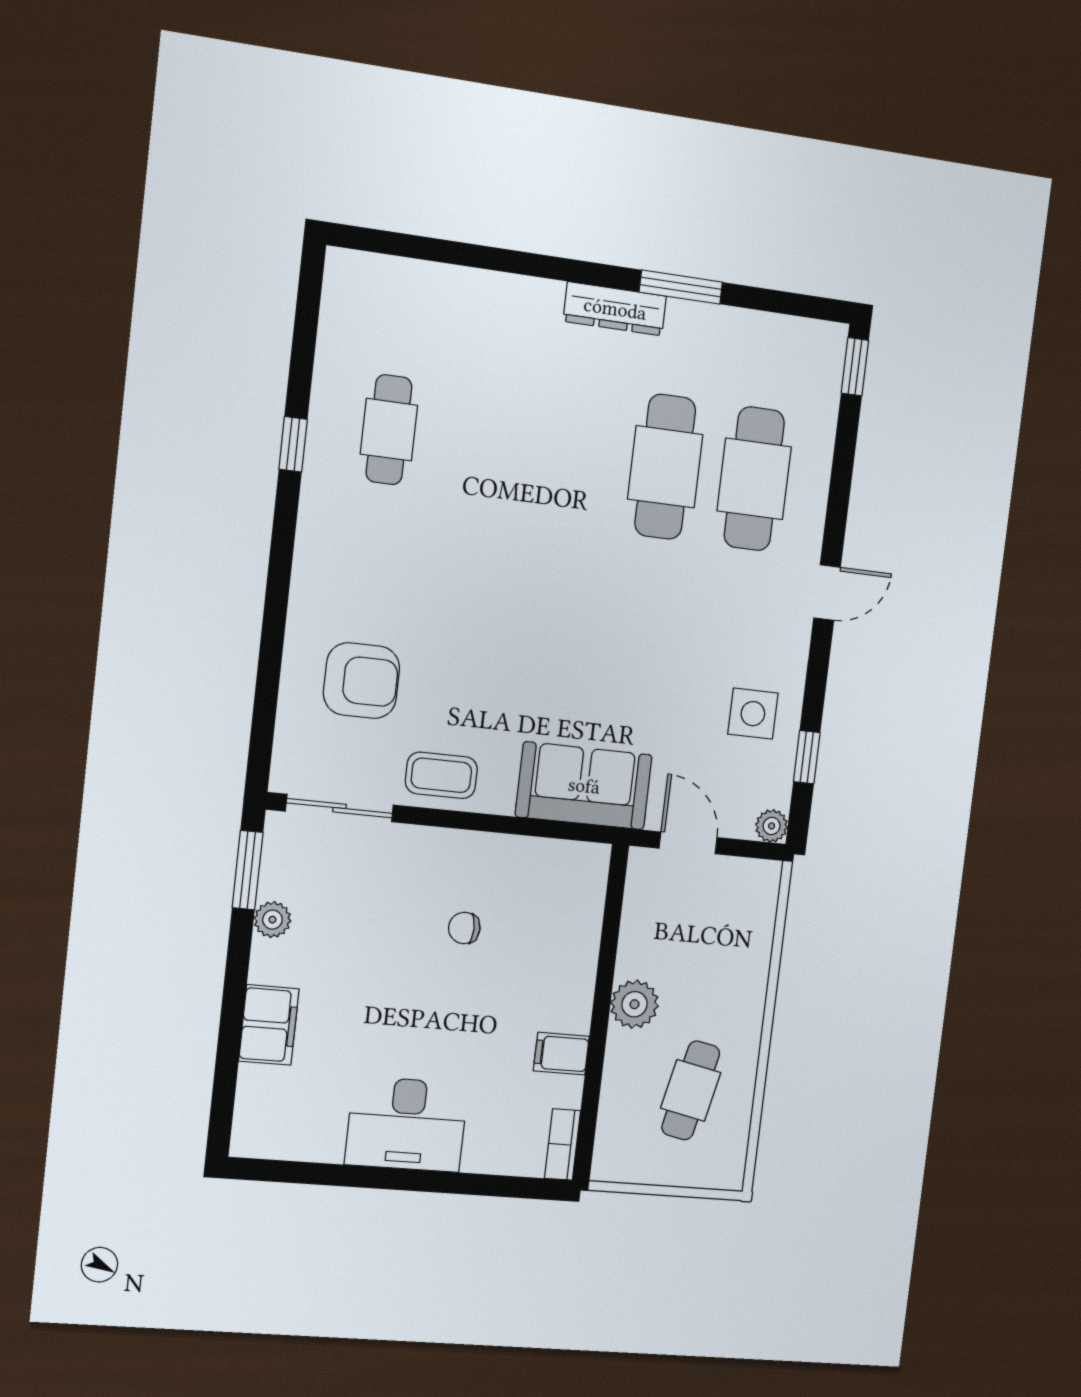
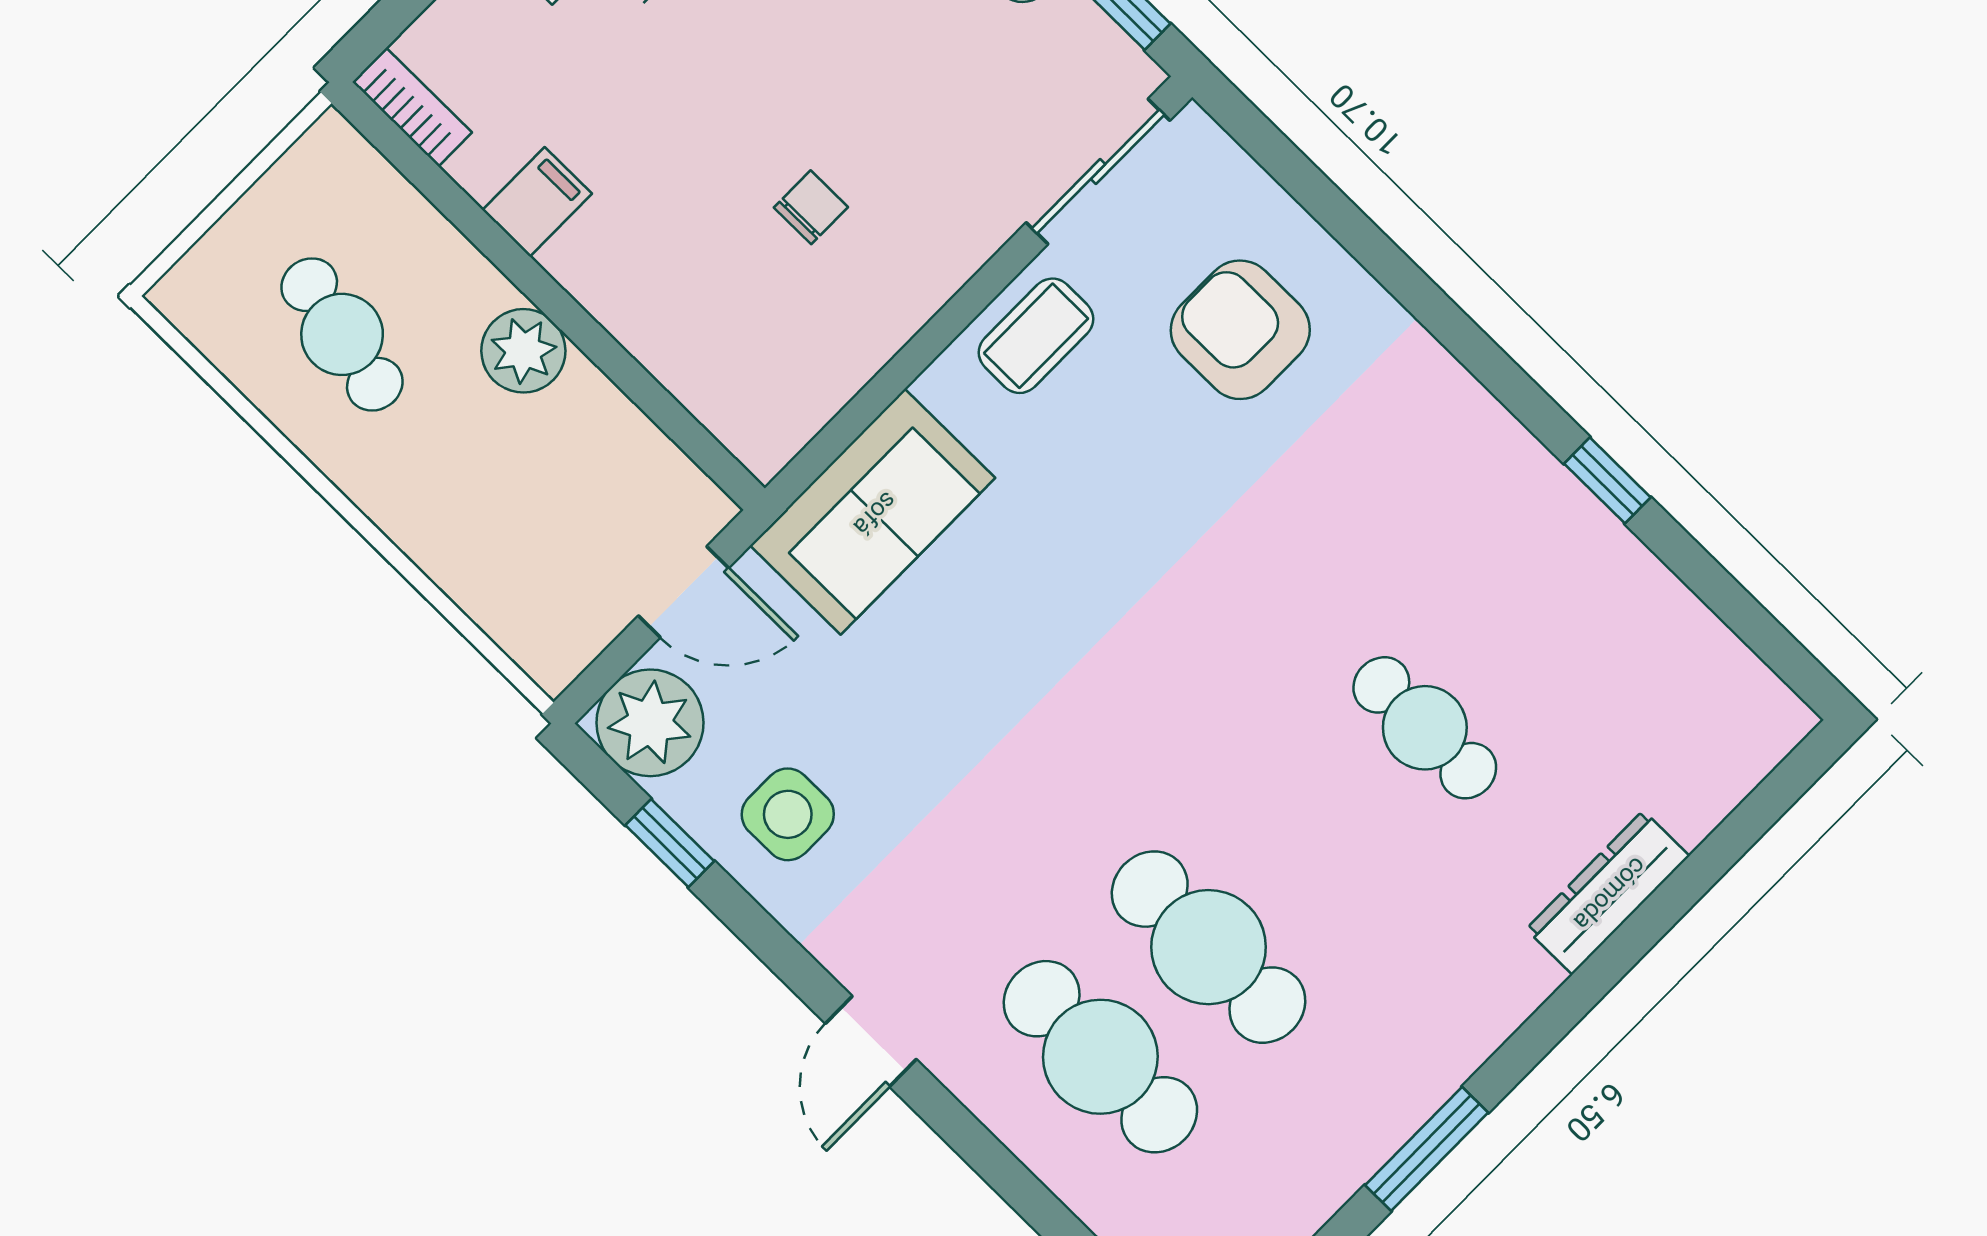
dresser: (615, 309) -> (1608, 892), moved
cafe table: (389, 430) -> (1425, 728), moved
armchair: (362, 681) -> (1240, 330), turned 90
plant: (772, 826) -> (650, 723), width x1.88, depth x1.88

